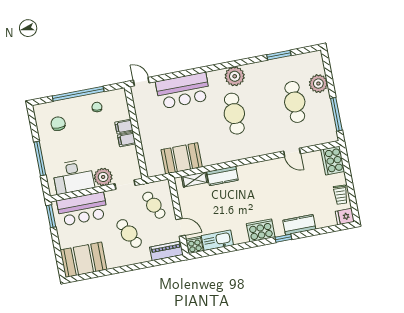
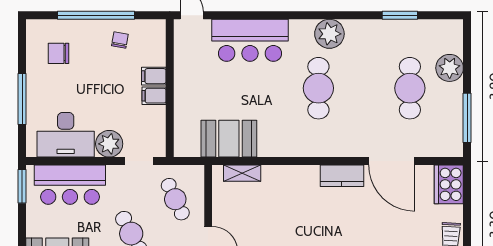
chair: (58, 124) -> (58, 53), turned -90
door: (292, 152) -> (392, 161), width x1.87
kitchen counter: (223, 176) -> (342, 176), moved

